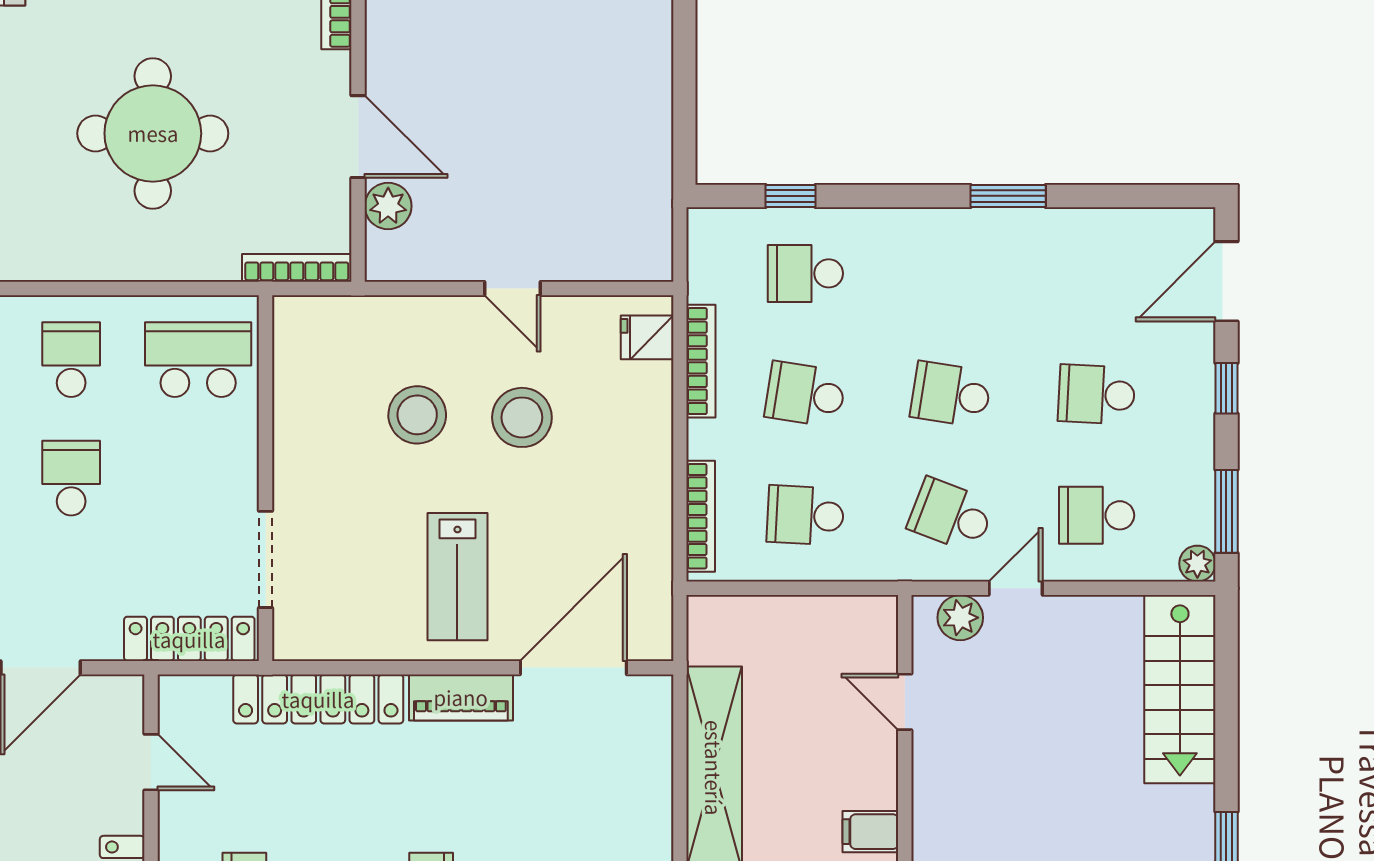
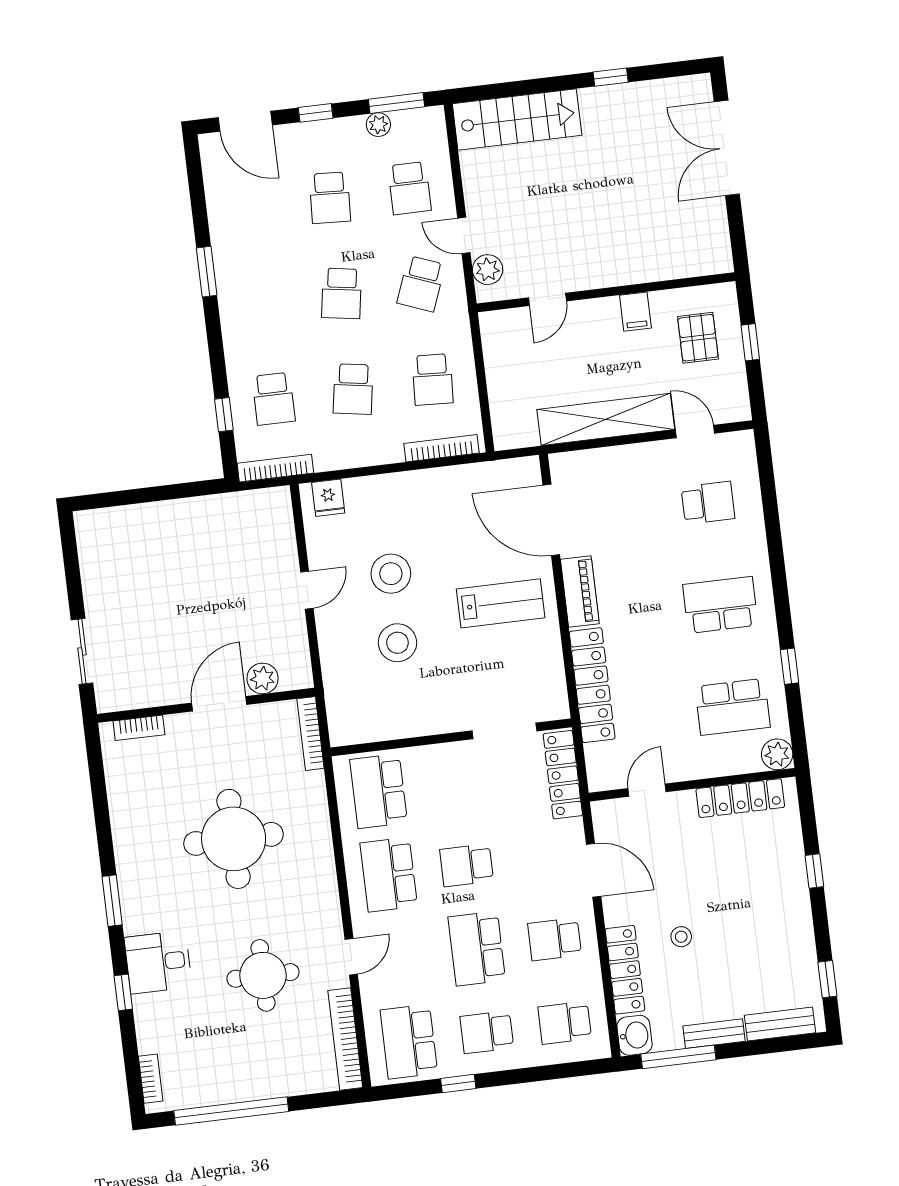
school desk: (71, 360) -> (389, 875), width x1.85
bookcase: (701, 361) -> (275, 468), moved
plant: (1197, 564) -> (378, 125), moved

